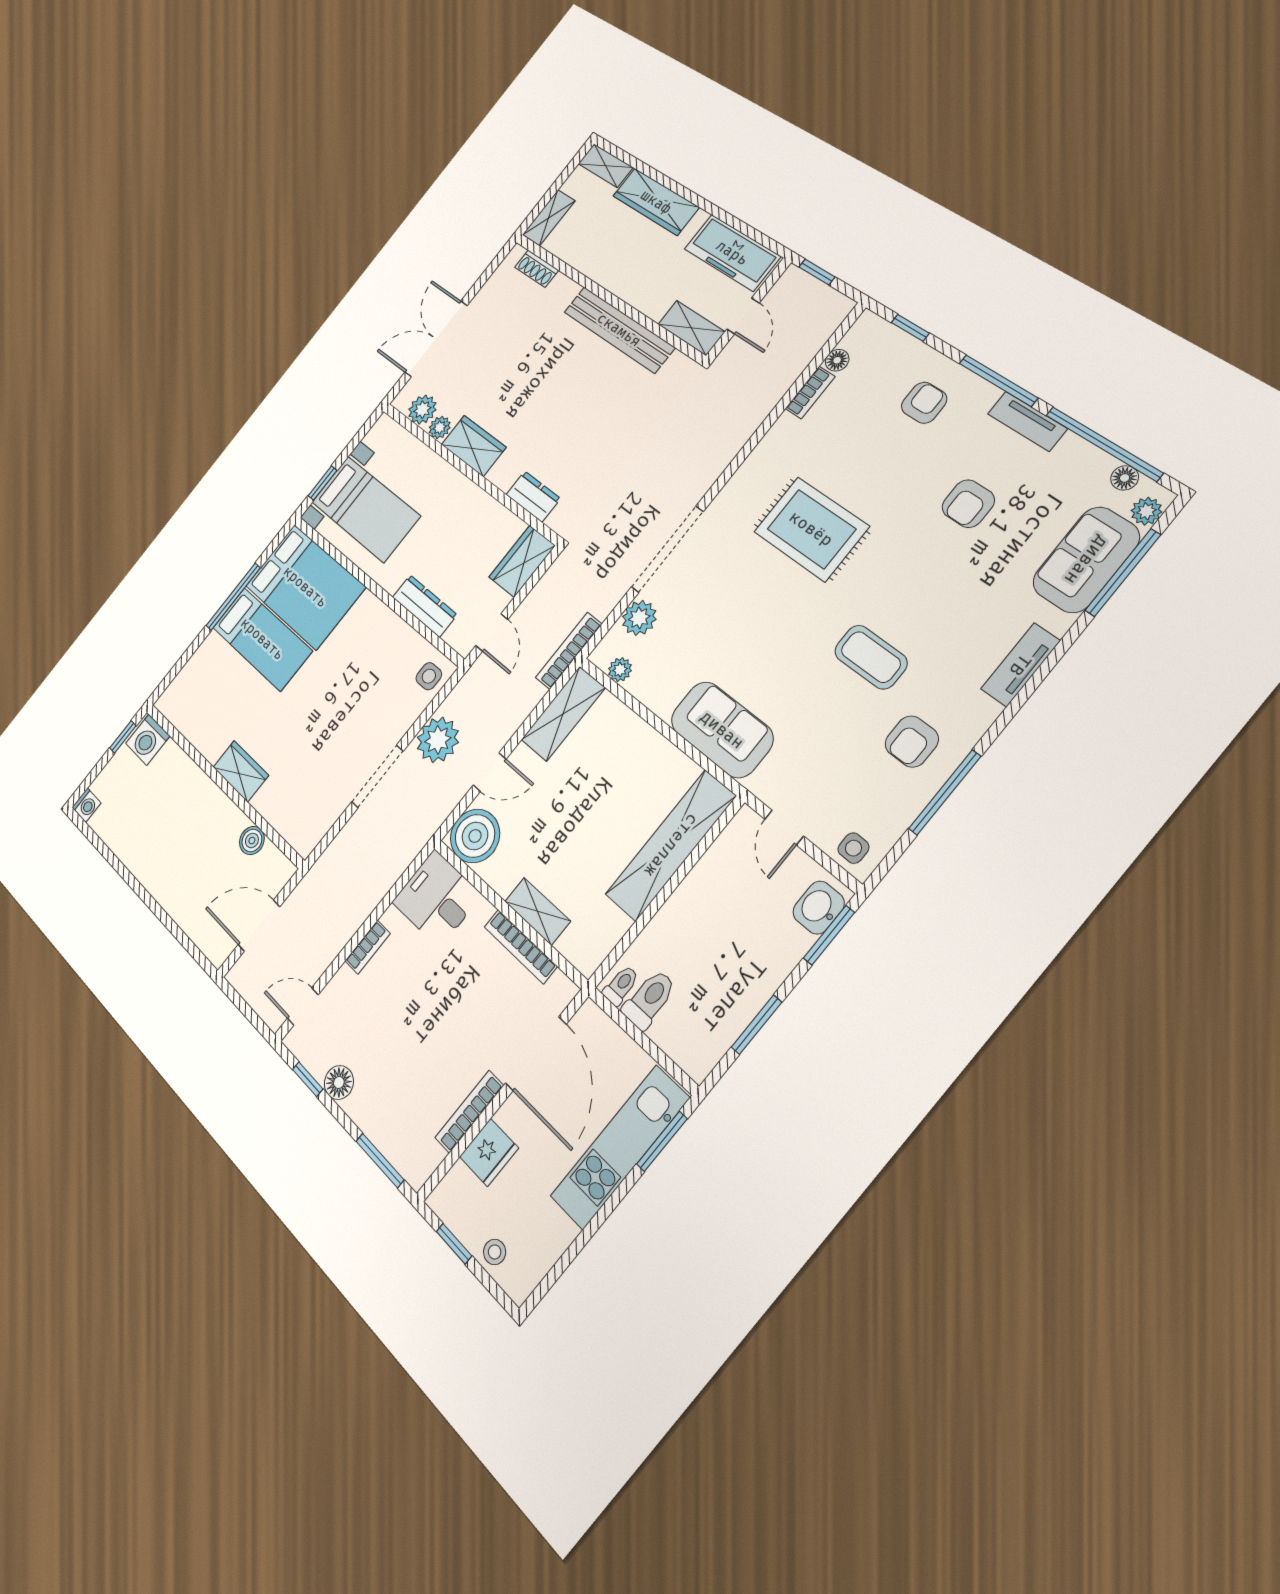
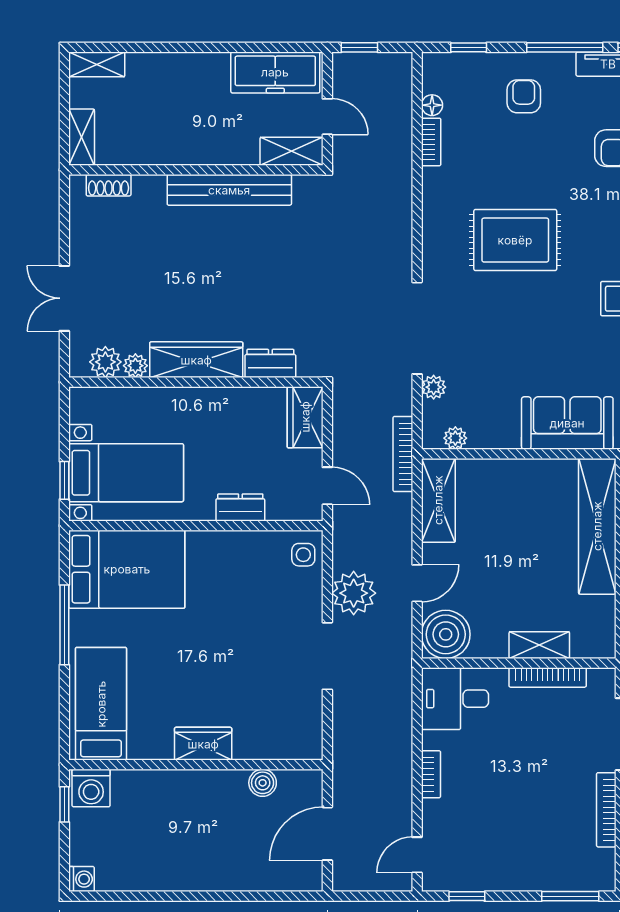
wardrobe: (656, 202) -> (171, 69), removed
double door: (436, 339) -> (64, 298), width x0.73
wardrobe: (474, 446) -> (196, 360), width x1.50
dresser: (425, 606) -> (240, 507), width x0.70
plant: (639, 618) -> (434, 387), width x0.73, depth x0.73
bed: (262, 639) -> (101, 704), moved, turned -90
floor lamp: (339, 1082) -> (493, 877), removed

